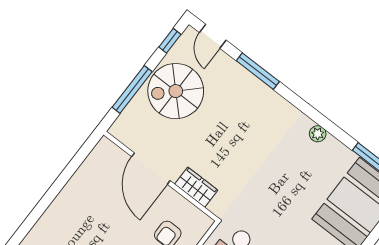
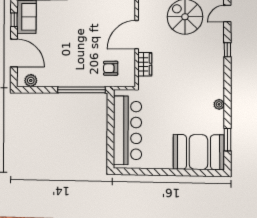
window: (258, 71) -> (227, 50), width x0.46

